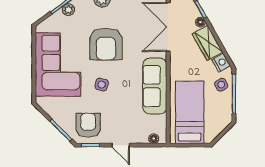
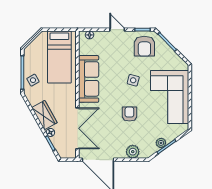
armchair: (106, 44) -> (129, 114), width x0.53, depth x0.53
nightstand: (221, 63) -> (33, 99), removed

